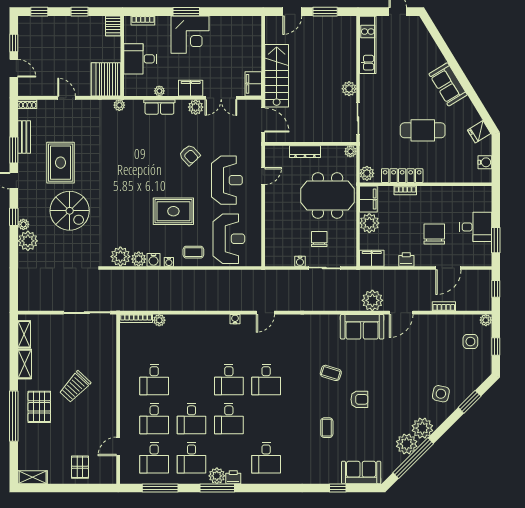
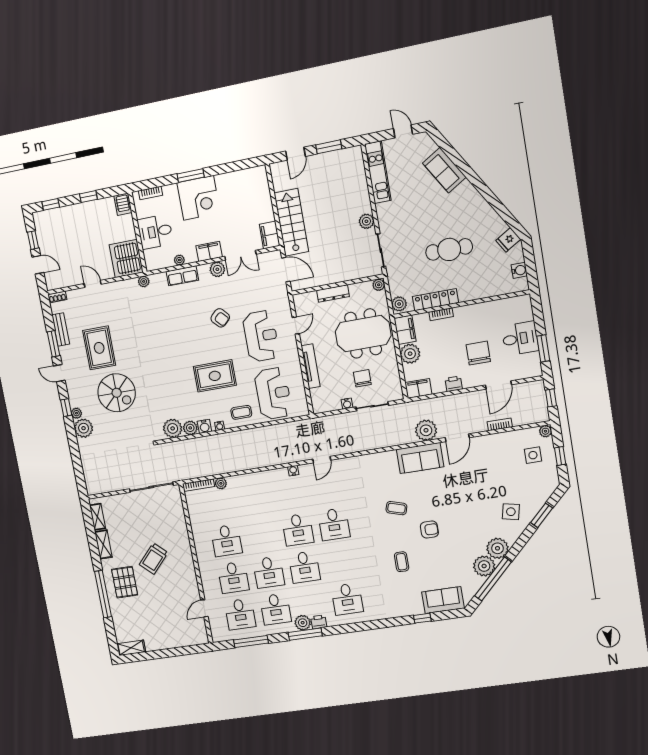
sofa: (448, 84) -> (444, 170), moved
tv unit: (271, 218) -> (311, 366), added
pallet: (80, 467) -> (173, 633), removed

